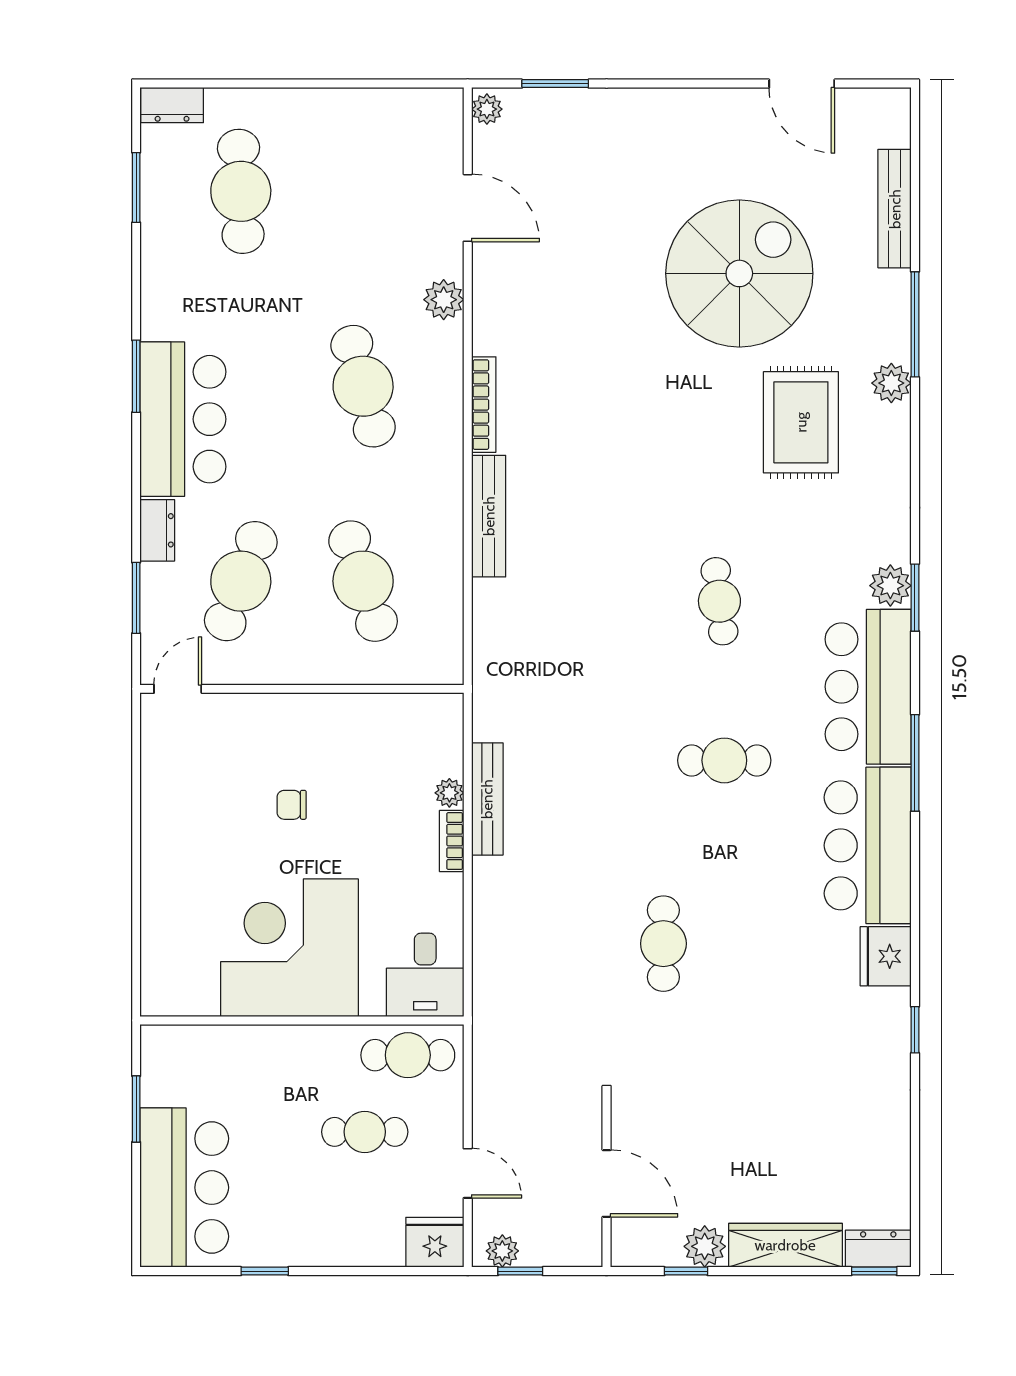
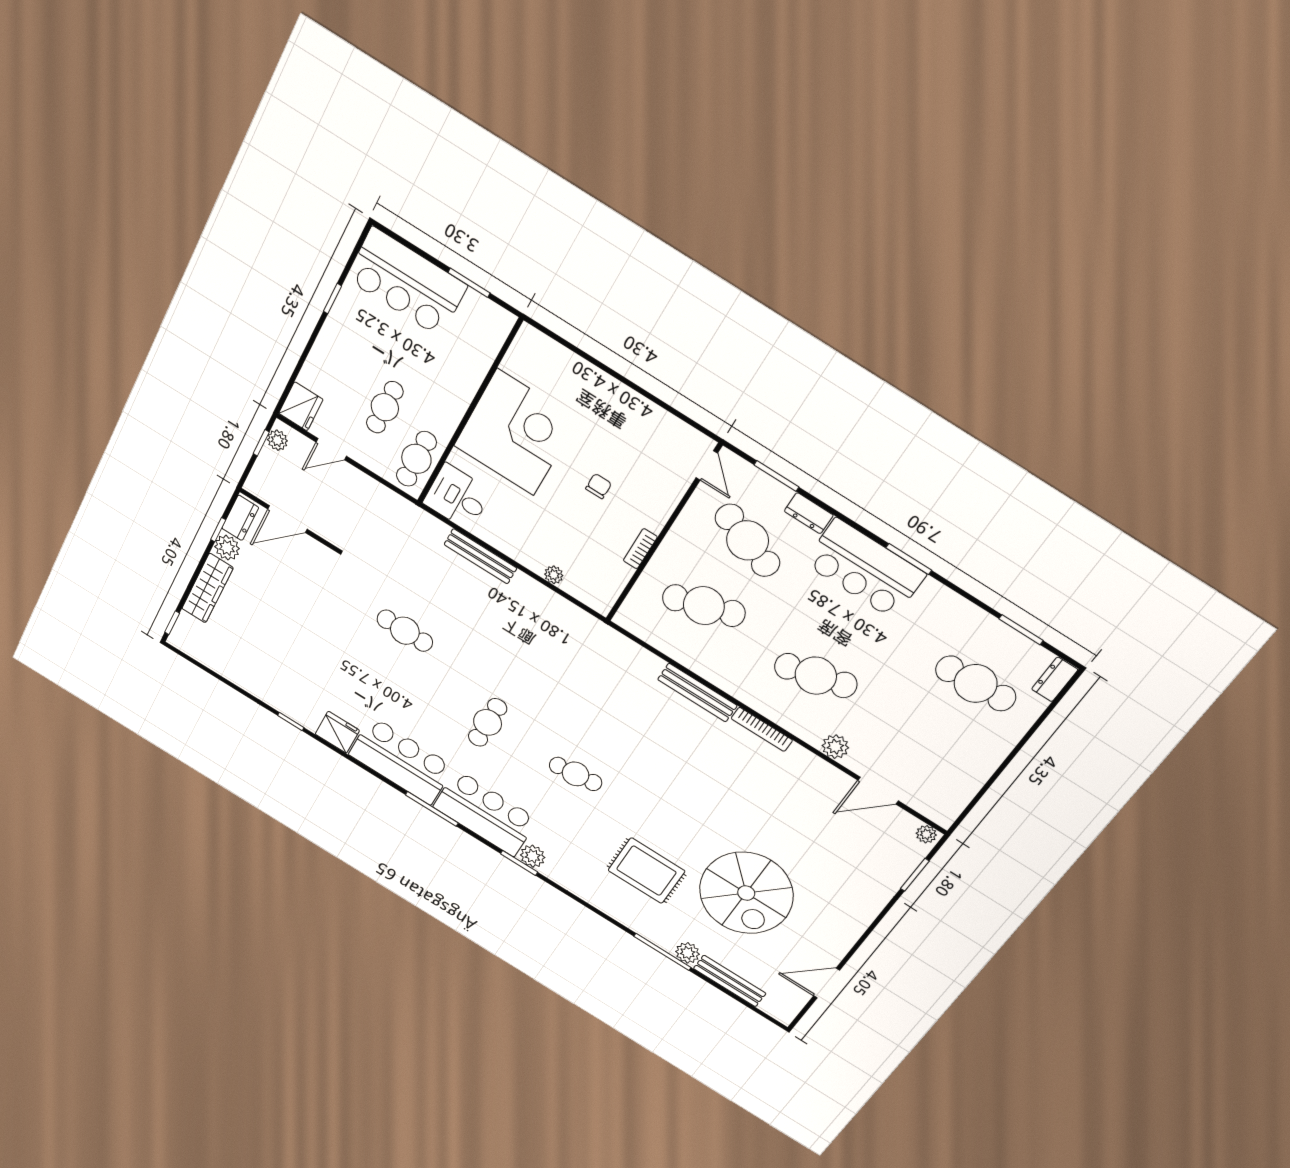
plant: (891, 383) -> (688, 953), moved
bench: (487, 799) -> (480, 556), moved
bookcase: (452, 841) -> (640, 549), moved, turned -90
dresser: (878, 1249) -> (240, 518), moved

